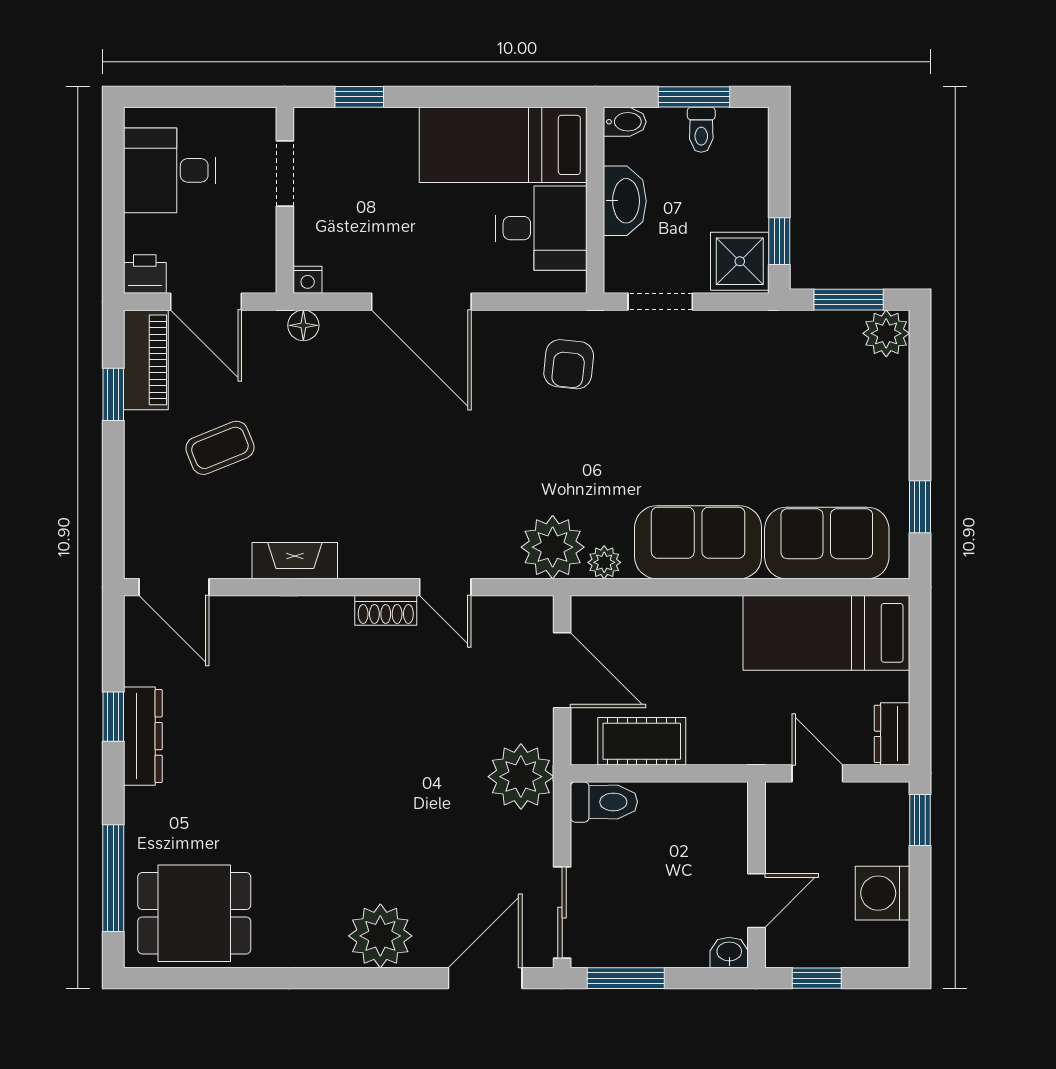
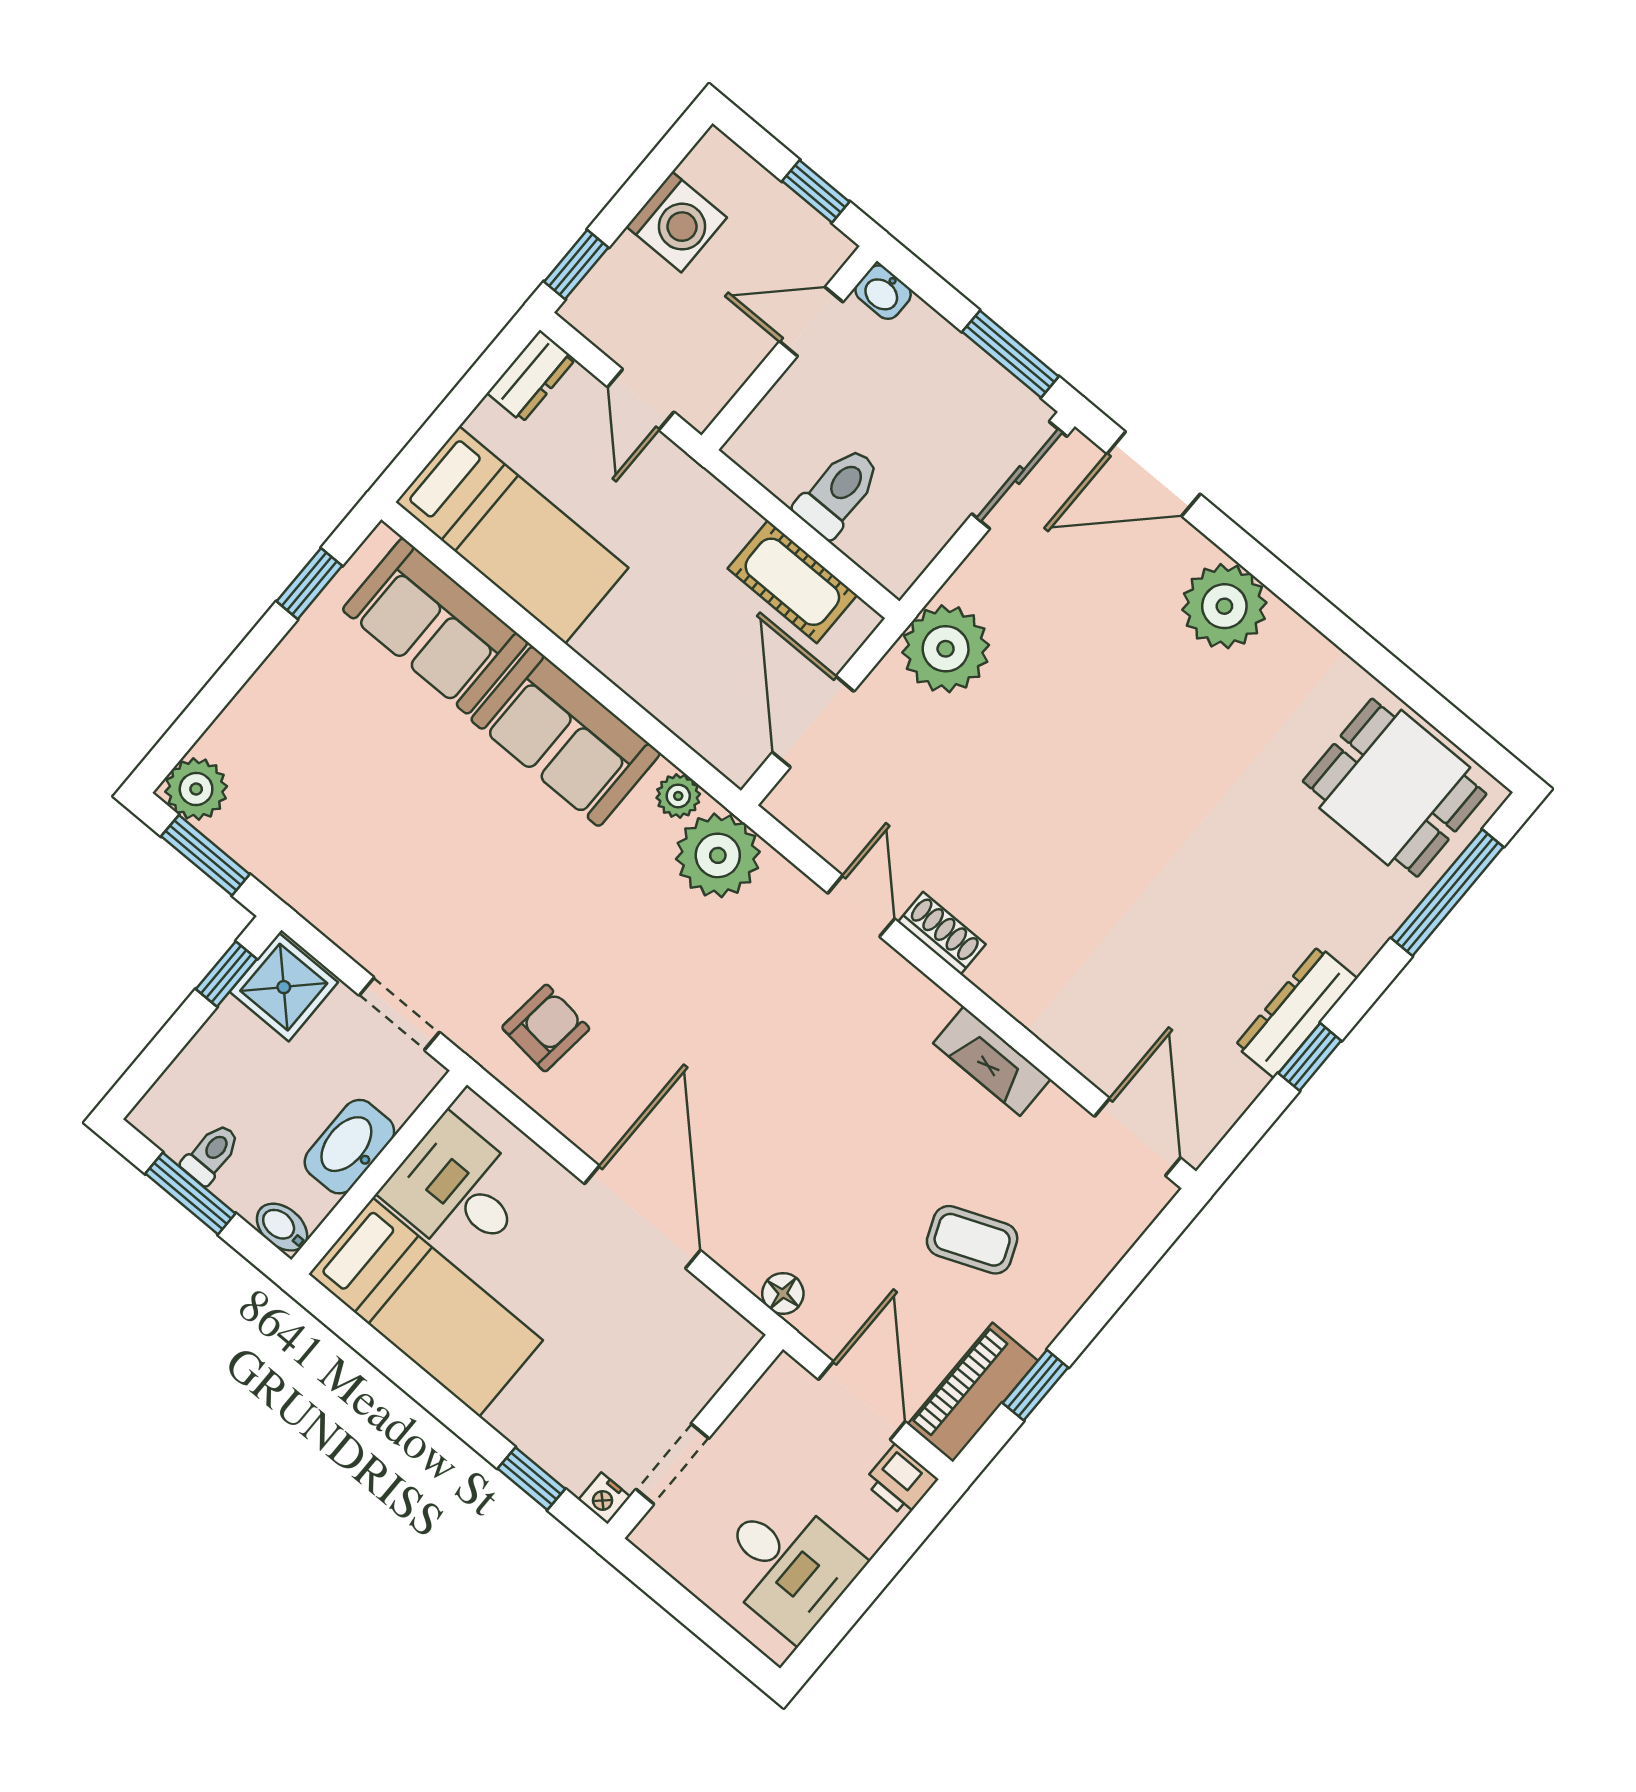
nightstand: (308, 280) -> (604, 1498), moved, turned 180
toilet: (604, 802) -> (838, 492), moved, turned 90

